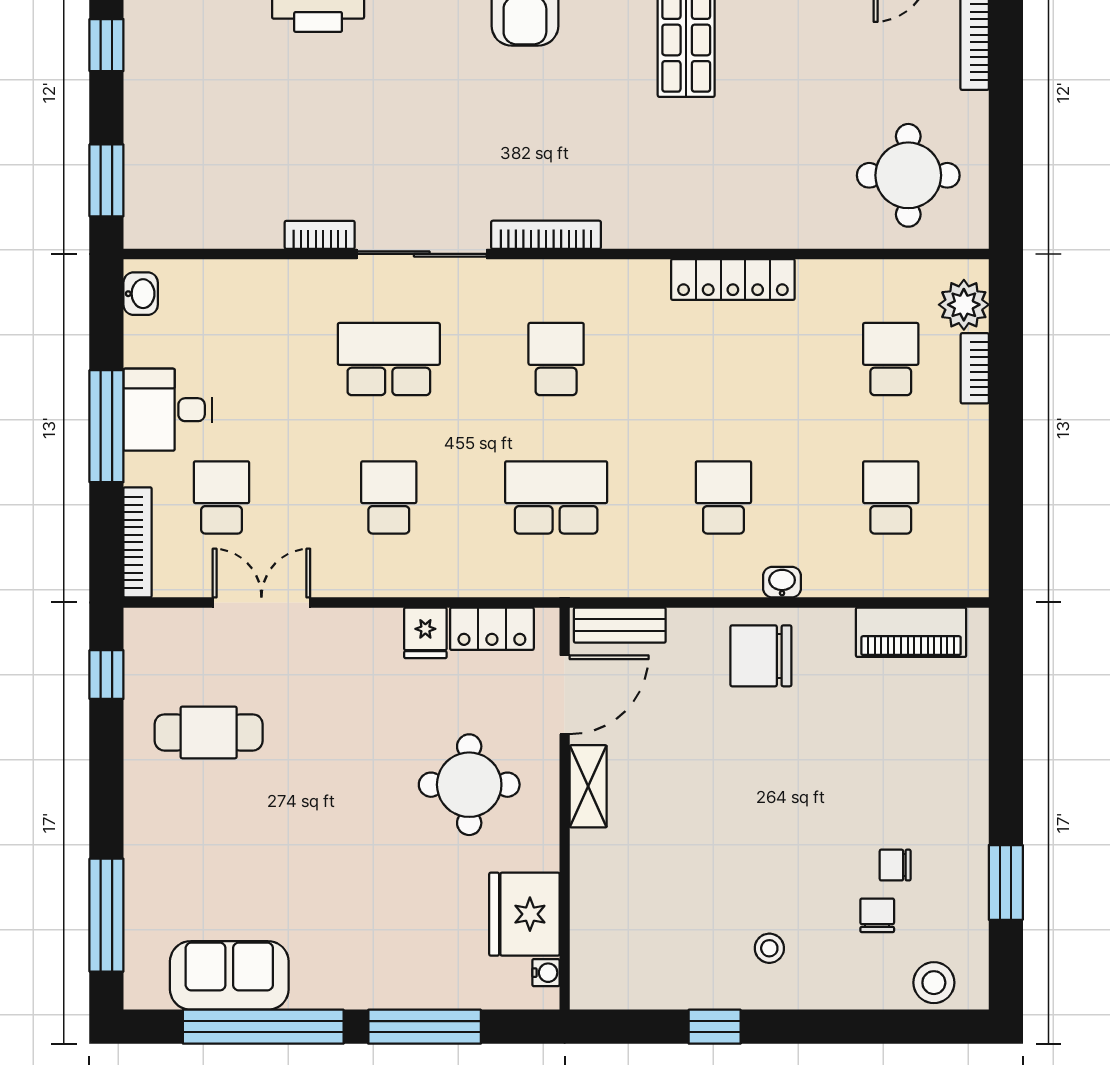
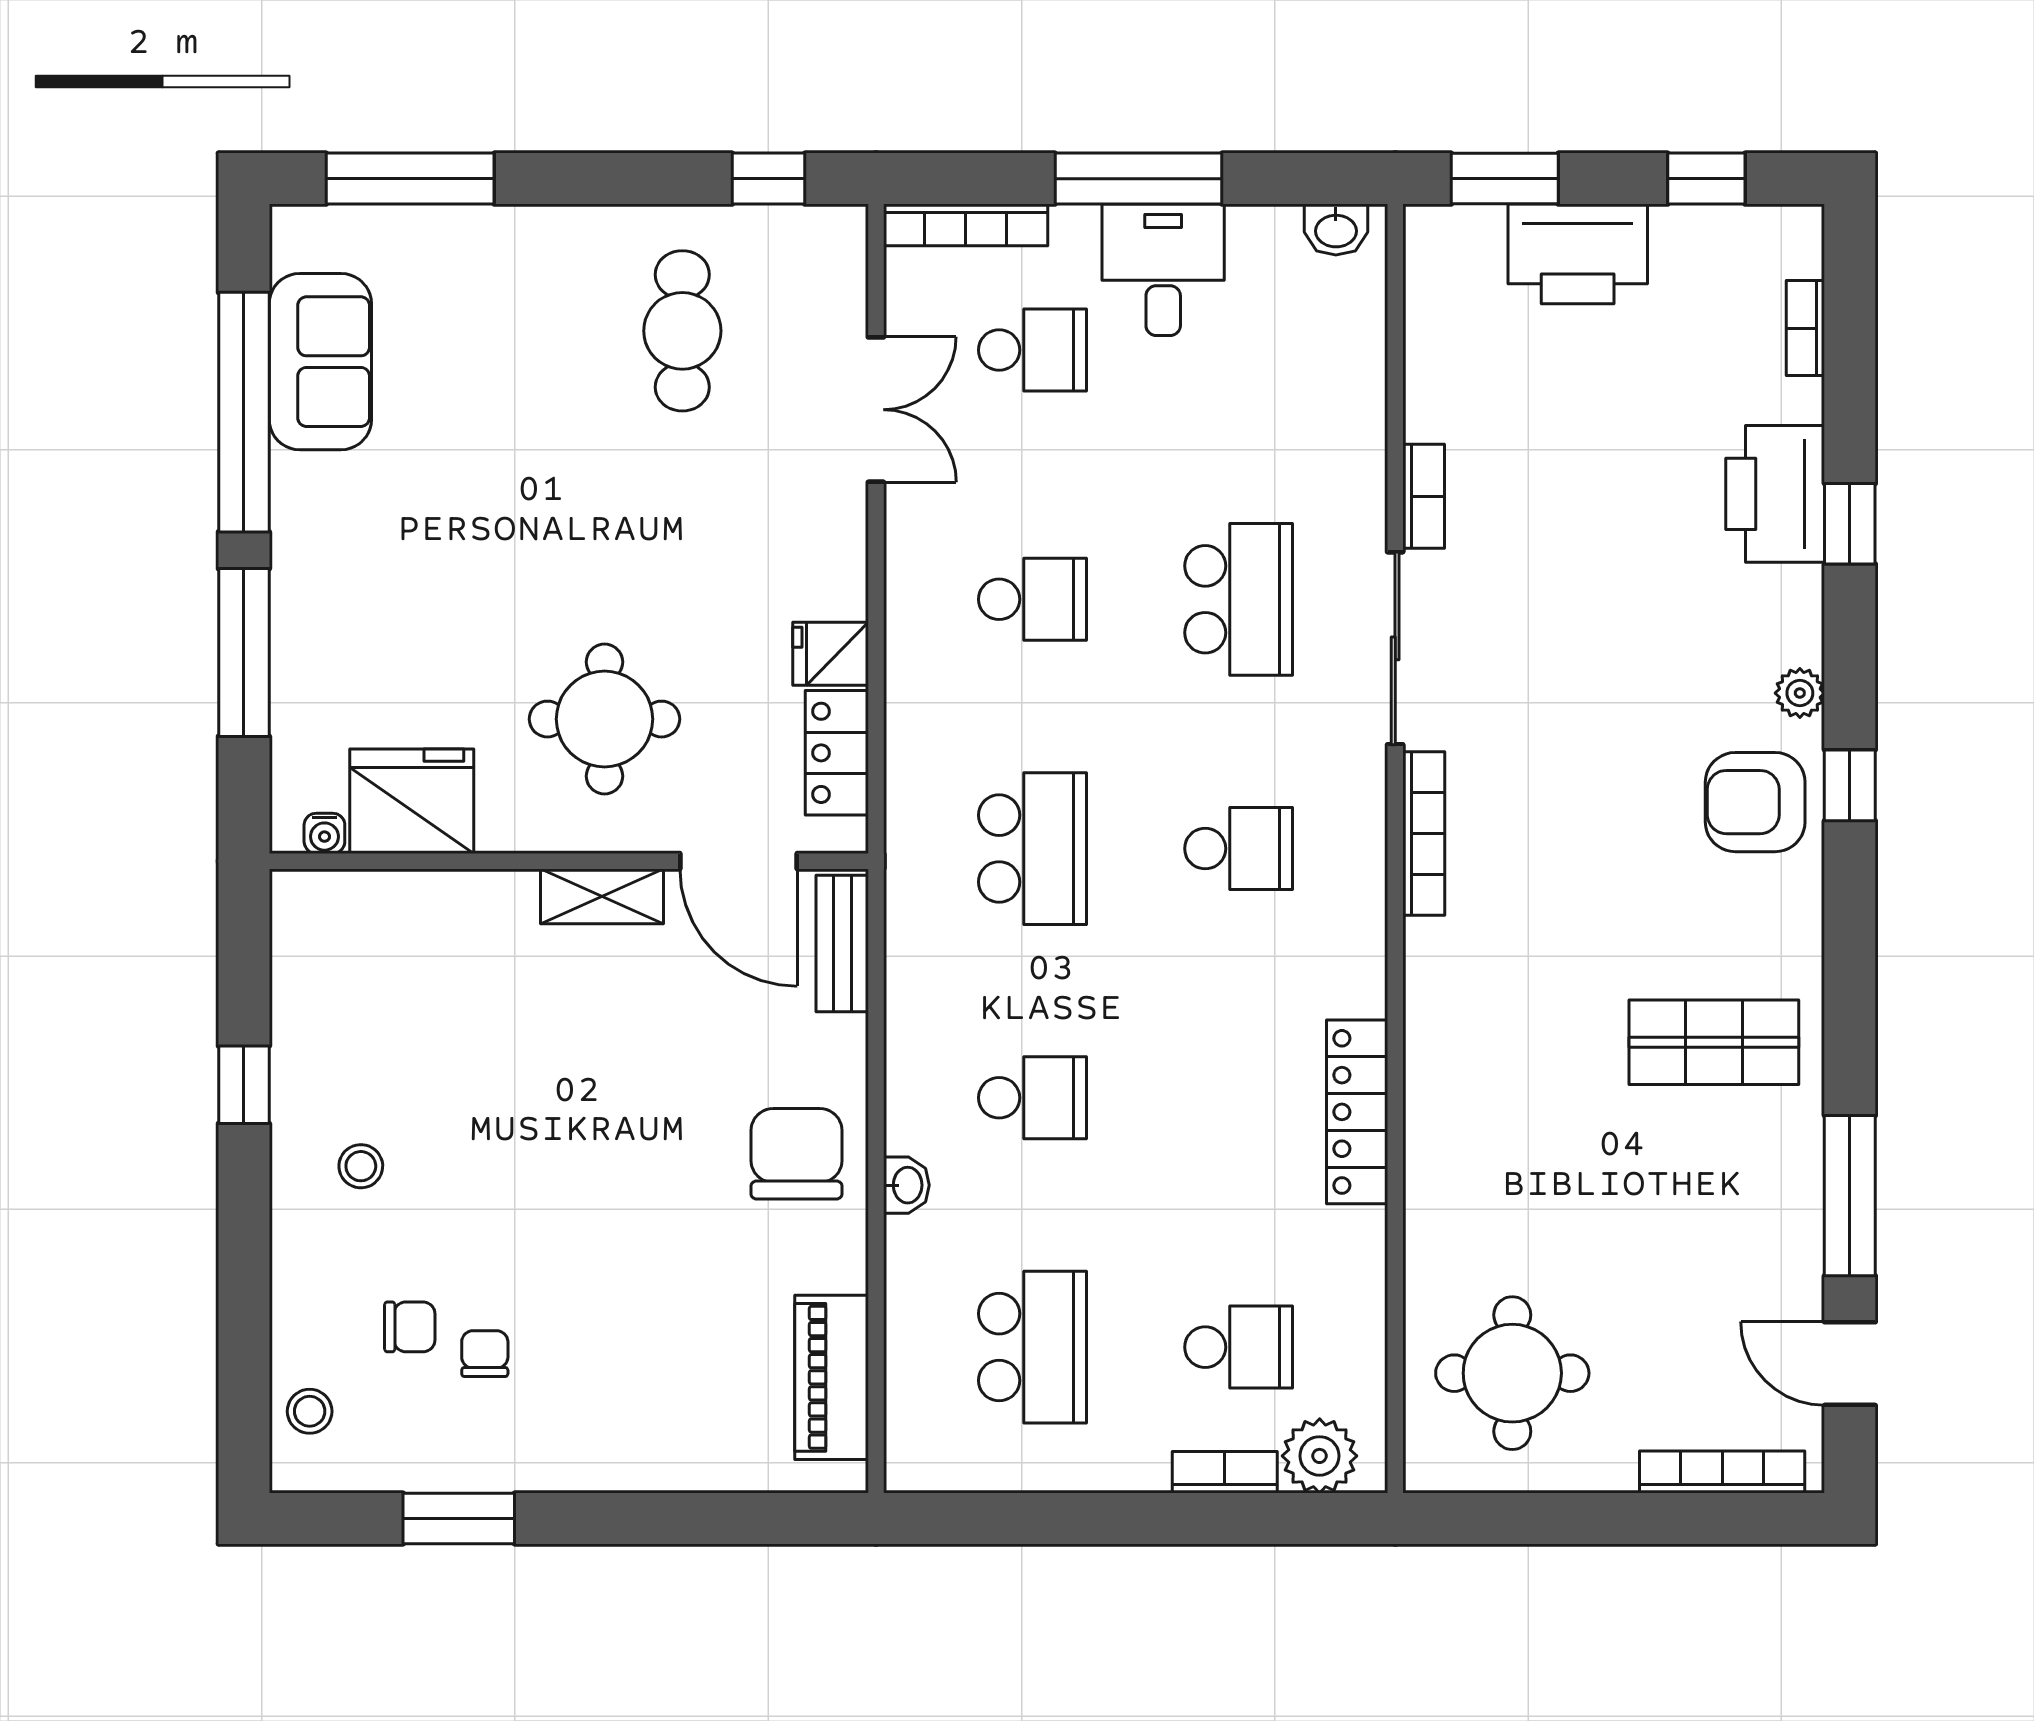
printer: (157, 131) -> (1578, 254), added
school desk: (891, 497) -> (1032, 1347), width x1.85
stool: (934, 983) -> (310, 1411), width x0.73, depth x0.73

